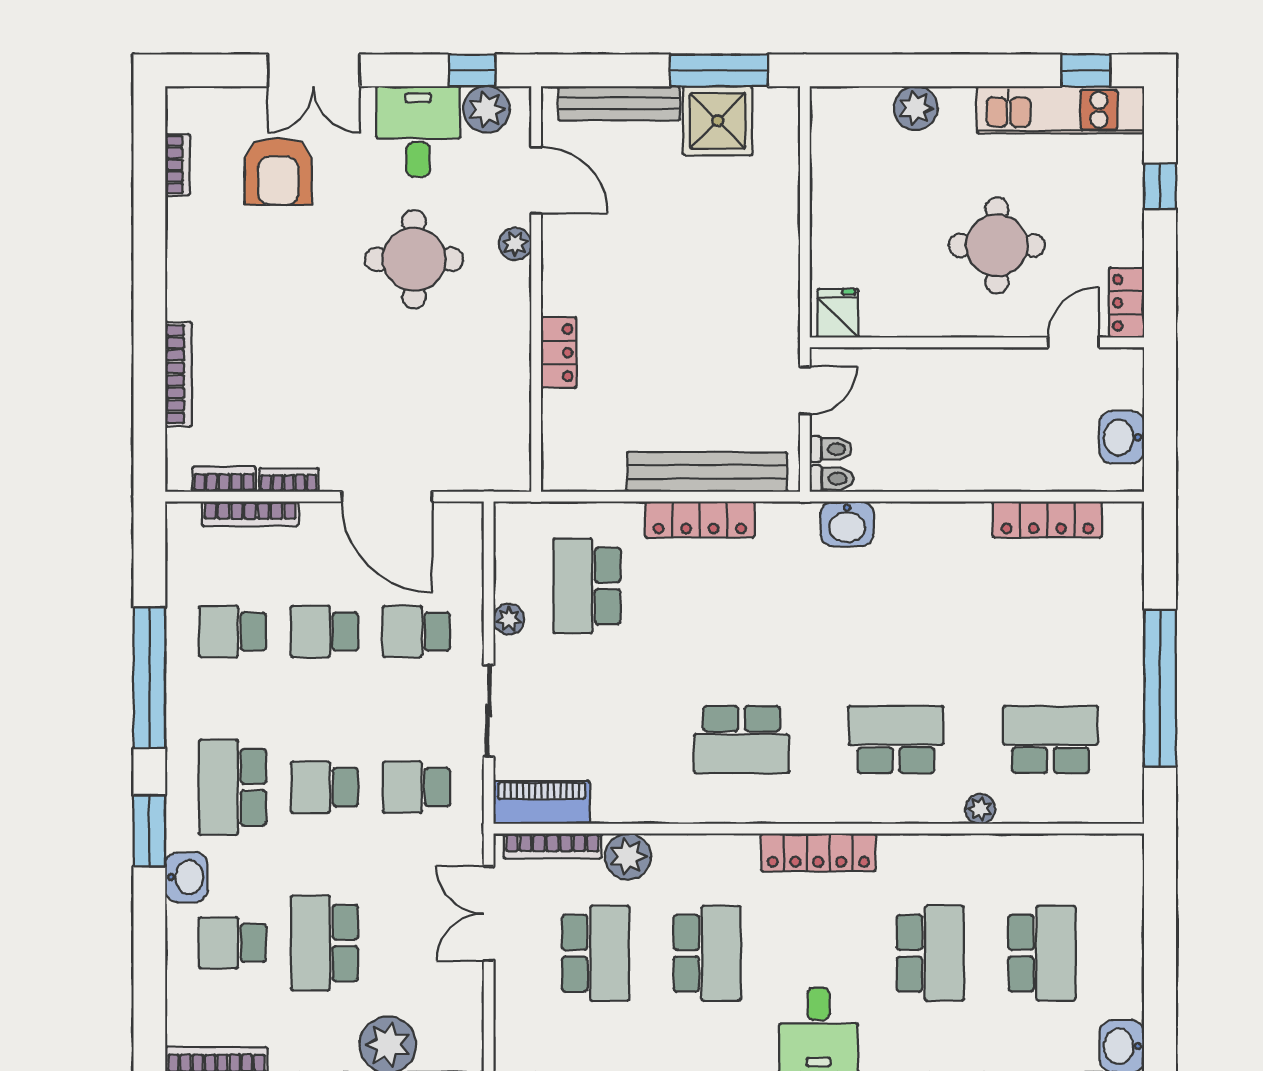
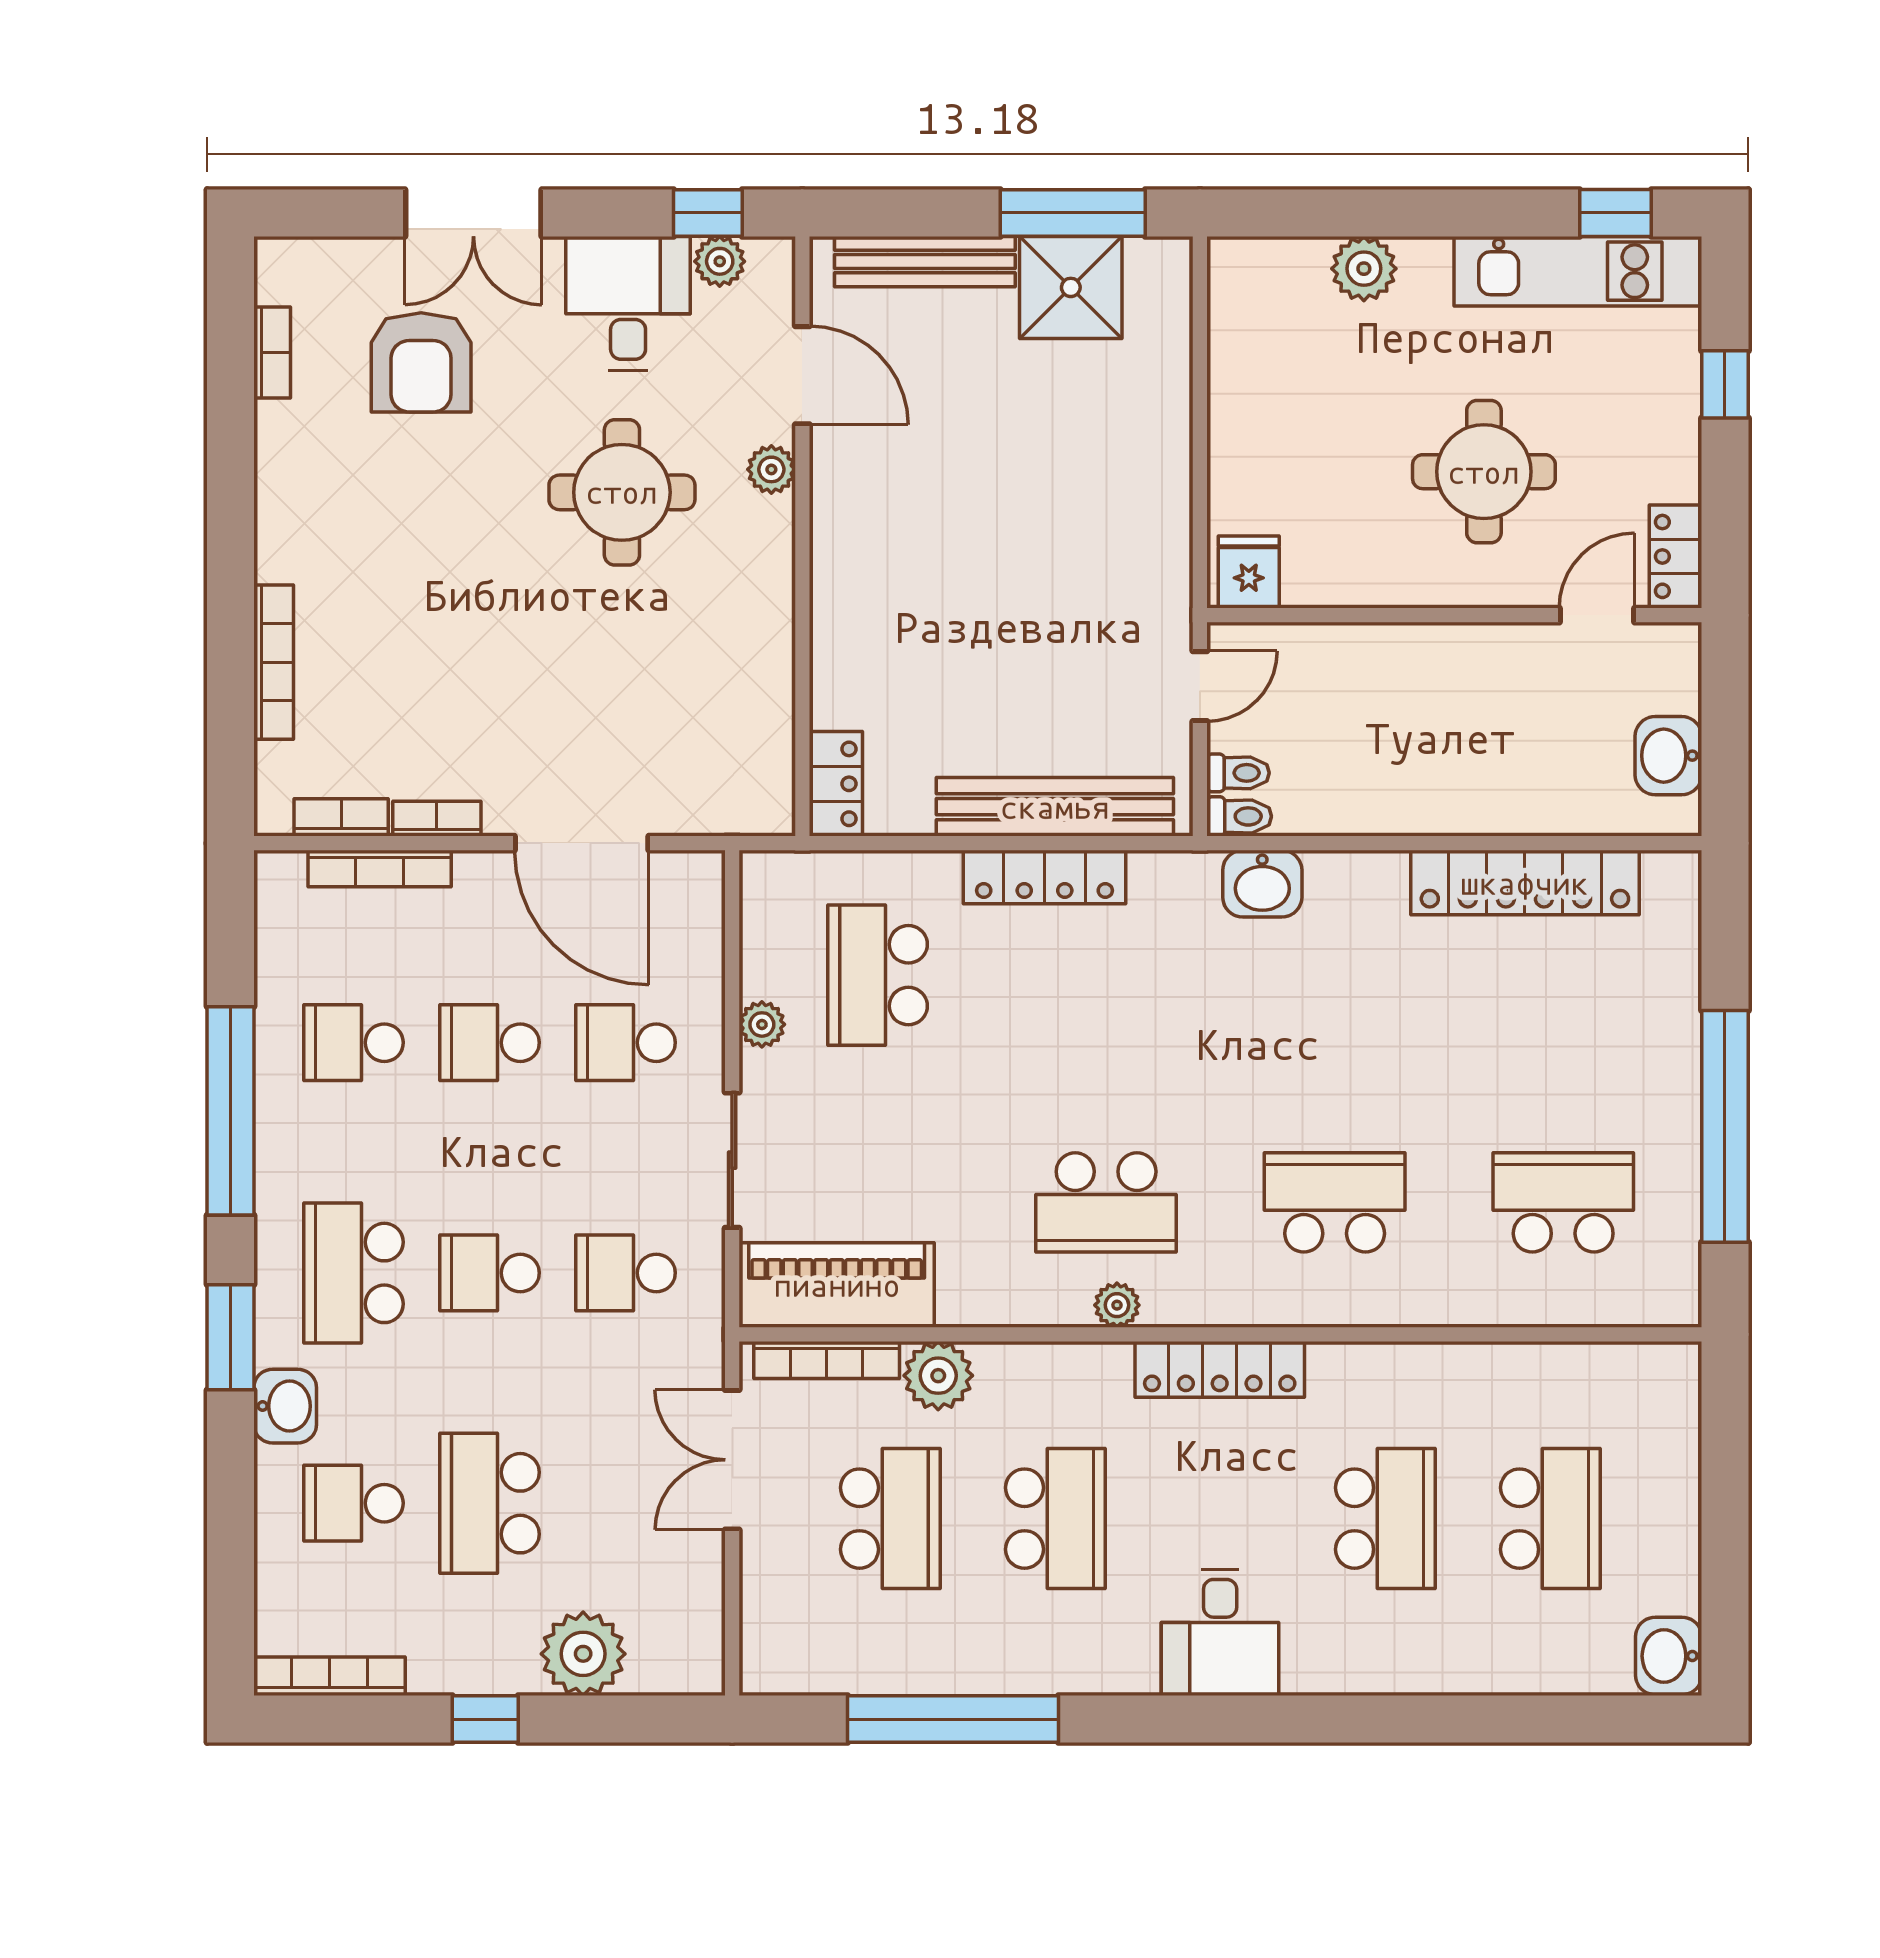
plant: (487, 109) -> (720, 261), width x0.73, depth x0.73
locker: (559, 353) -> (836, 784), moved
locker: (1047, 519) -> (1525, 883), width x1.41, depth x1.21
piano: (542, 802) -> (837, 1285), width x1.37, depth x1.33
plant: (980, 809) -> (1117, 1305), moved

